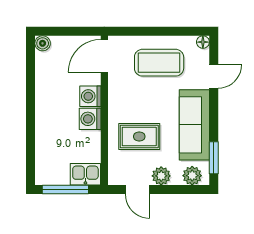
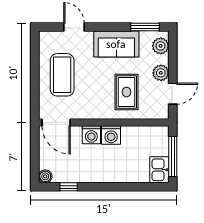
floor lamp: (203, 42) -> (44, 37), removed
window: (30, 70) -> (69, 187), added
sofa: (194, 125) -> (116, 44), width x0.73
kitchen sink: (85, 174) -> (159, 170), moved

